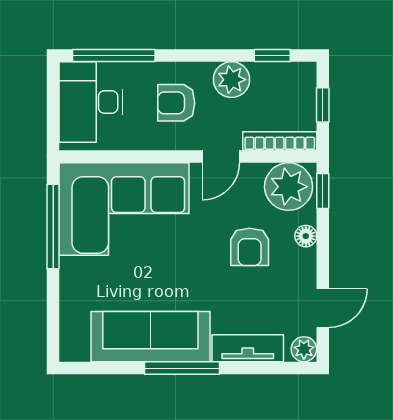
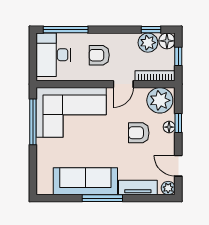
floor lamp: (302, 76) -> (167, 41), added
plant: (231, 80) -> (148, 43), moved
window: (323, 191) -> (178, 123), moved
armchair: (250, 247) -> (139, 133), turned 90
door: (323, 308) -> (178, 166), swing flipped

